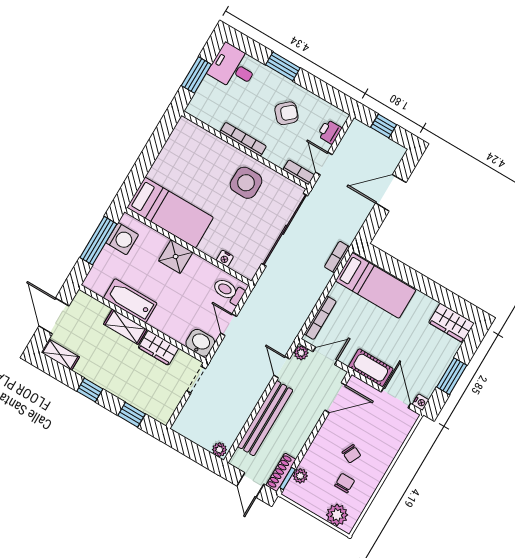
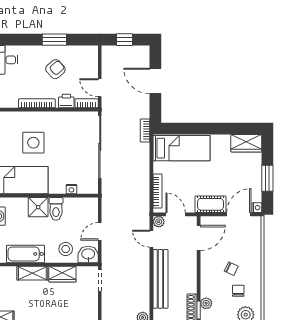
window: (283, 66) -> (54, 40), moved
printer: (330, 132) -> (66, 101), moved, turned 90
side table: (246, 183) -> (33, 143), moved
door: (391, 193) -> (155, 81), hinge flipped
bookcase: (337, 257) -> (145, 130), moved
toilet: (228, 291) -> (56, 209), moved, turned -90
stool: (179, 322) -> (66, 249), added
door: (229, 325) -> (100, 231), hinge flipped
door: (325, 356) -> (176, 214), hinge flipped
door: (396, 398) -> (239, 214), hinge flipped

